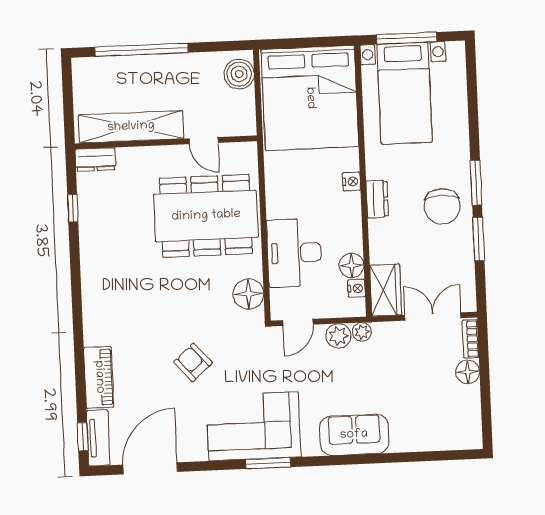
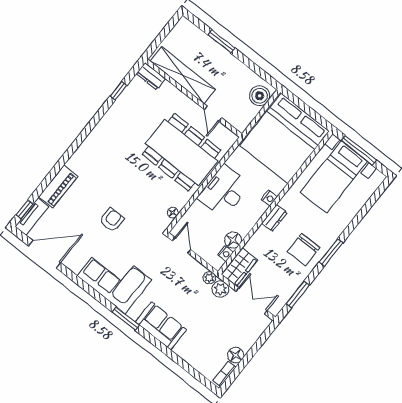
window: (141, 50) -> (221, 41), width x0.47
window: (479, 239) -> (298, 294), moved
desk: (294, 253) -> (224, 191), moved
floor lamp: (248, 294) -> (173, 213), width x0.53, depth x0.53
door: (298, 322) -> (181, 245), swing flipped
plant: (338, 336) -> (220, 289), moved
bookcase: (471, 339) -> (224, 374), moved
armchair: (193, 362) -> (112, 220), turned 41
floor lamp: (468, 372) -> (236, 355), moved
window: (268, 463) -> (126, 319), moved

